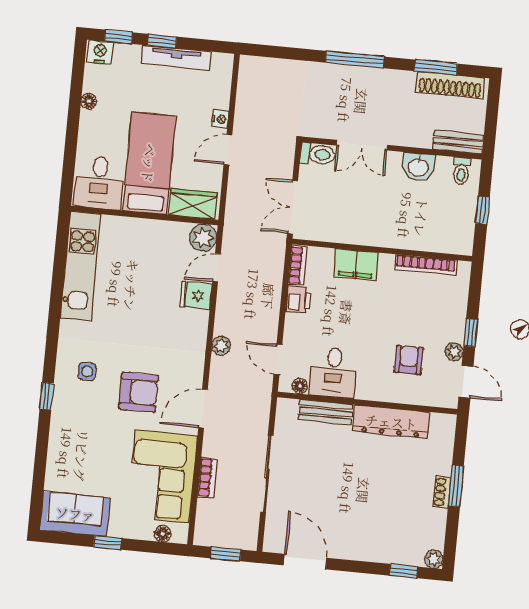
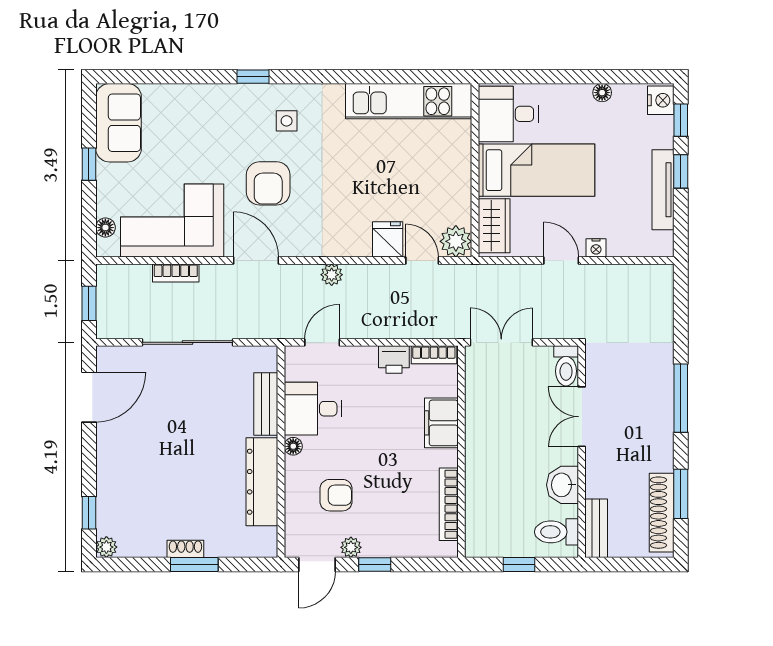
toilet: (461, 171) -> (556, 532), width x1.37, depth x1.39
floor lamp: (300, 386) -> (293, 446), moved

